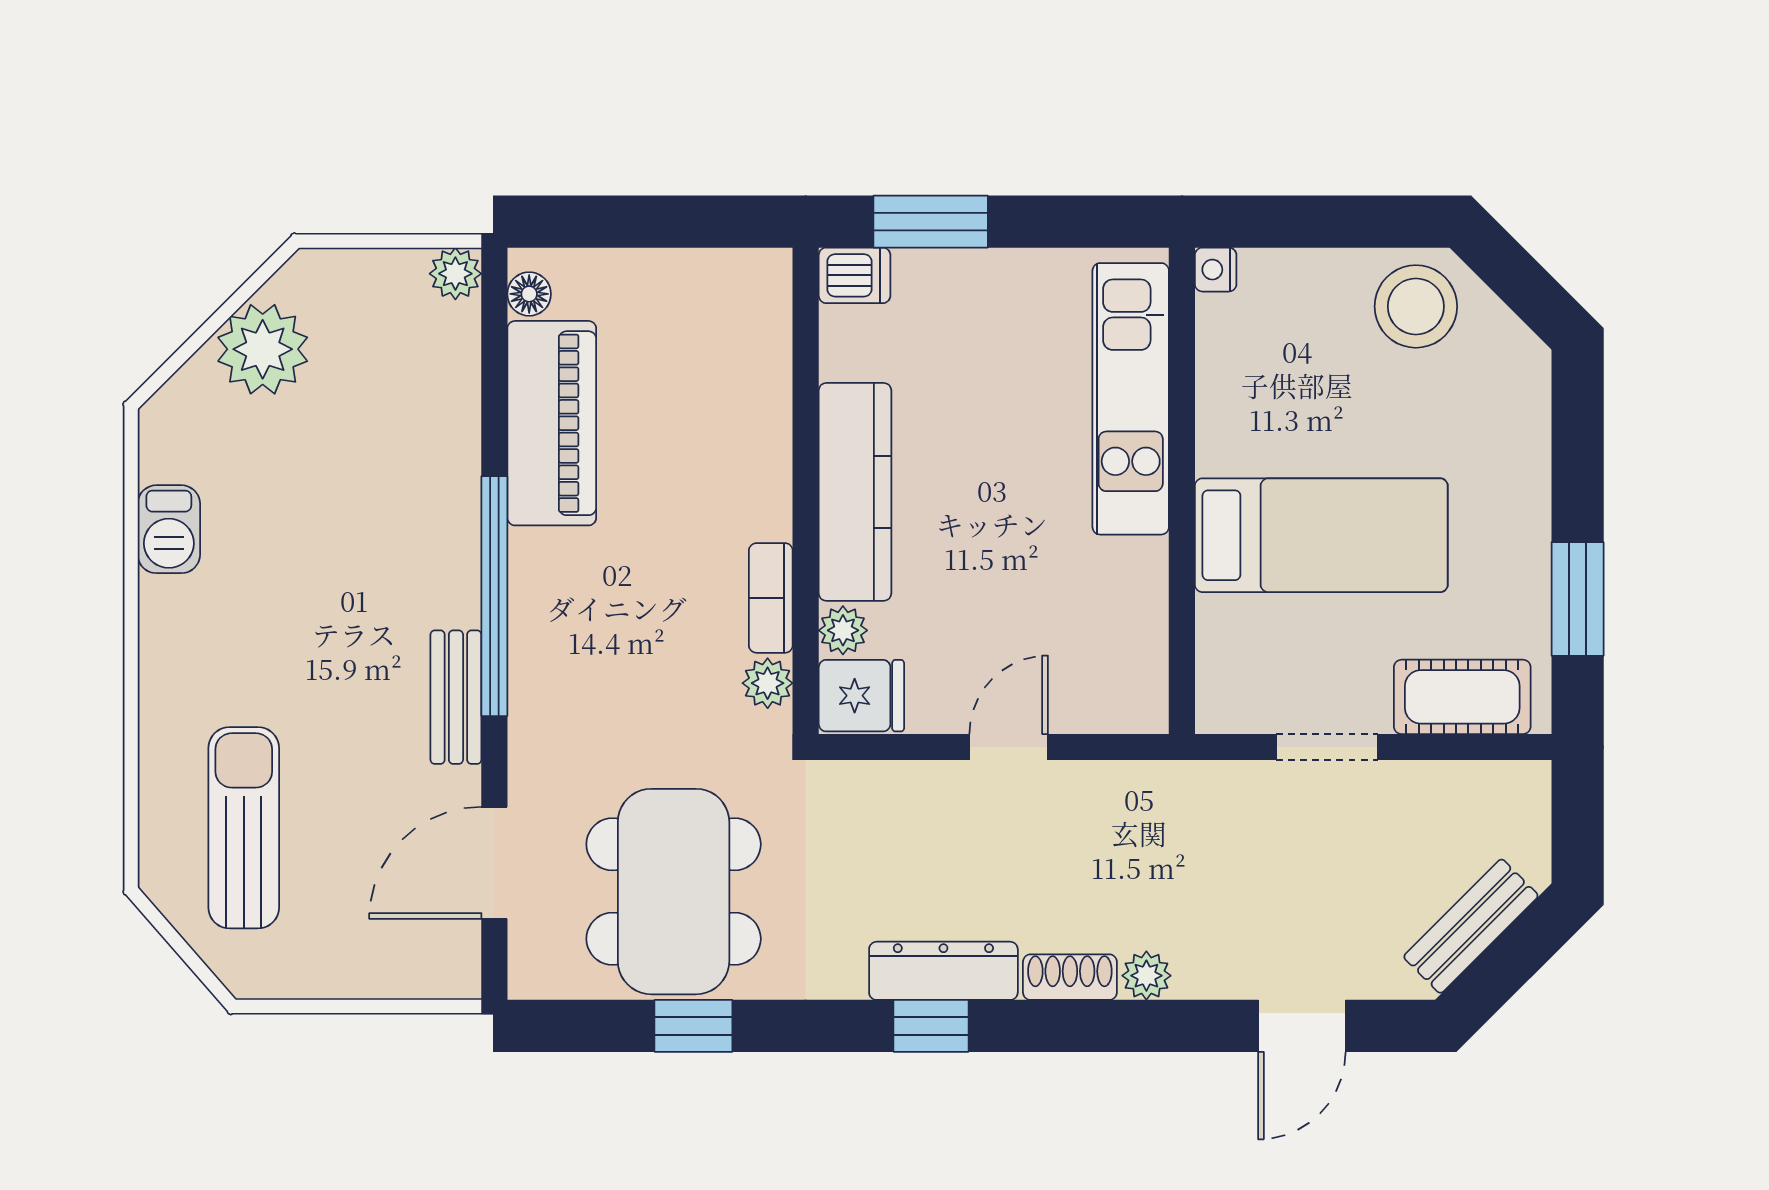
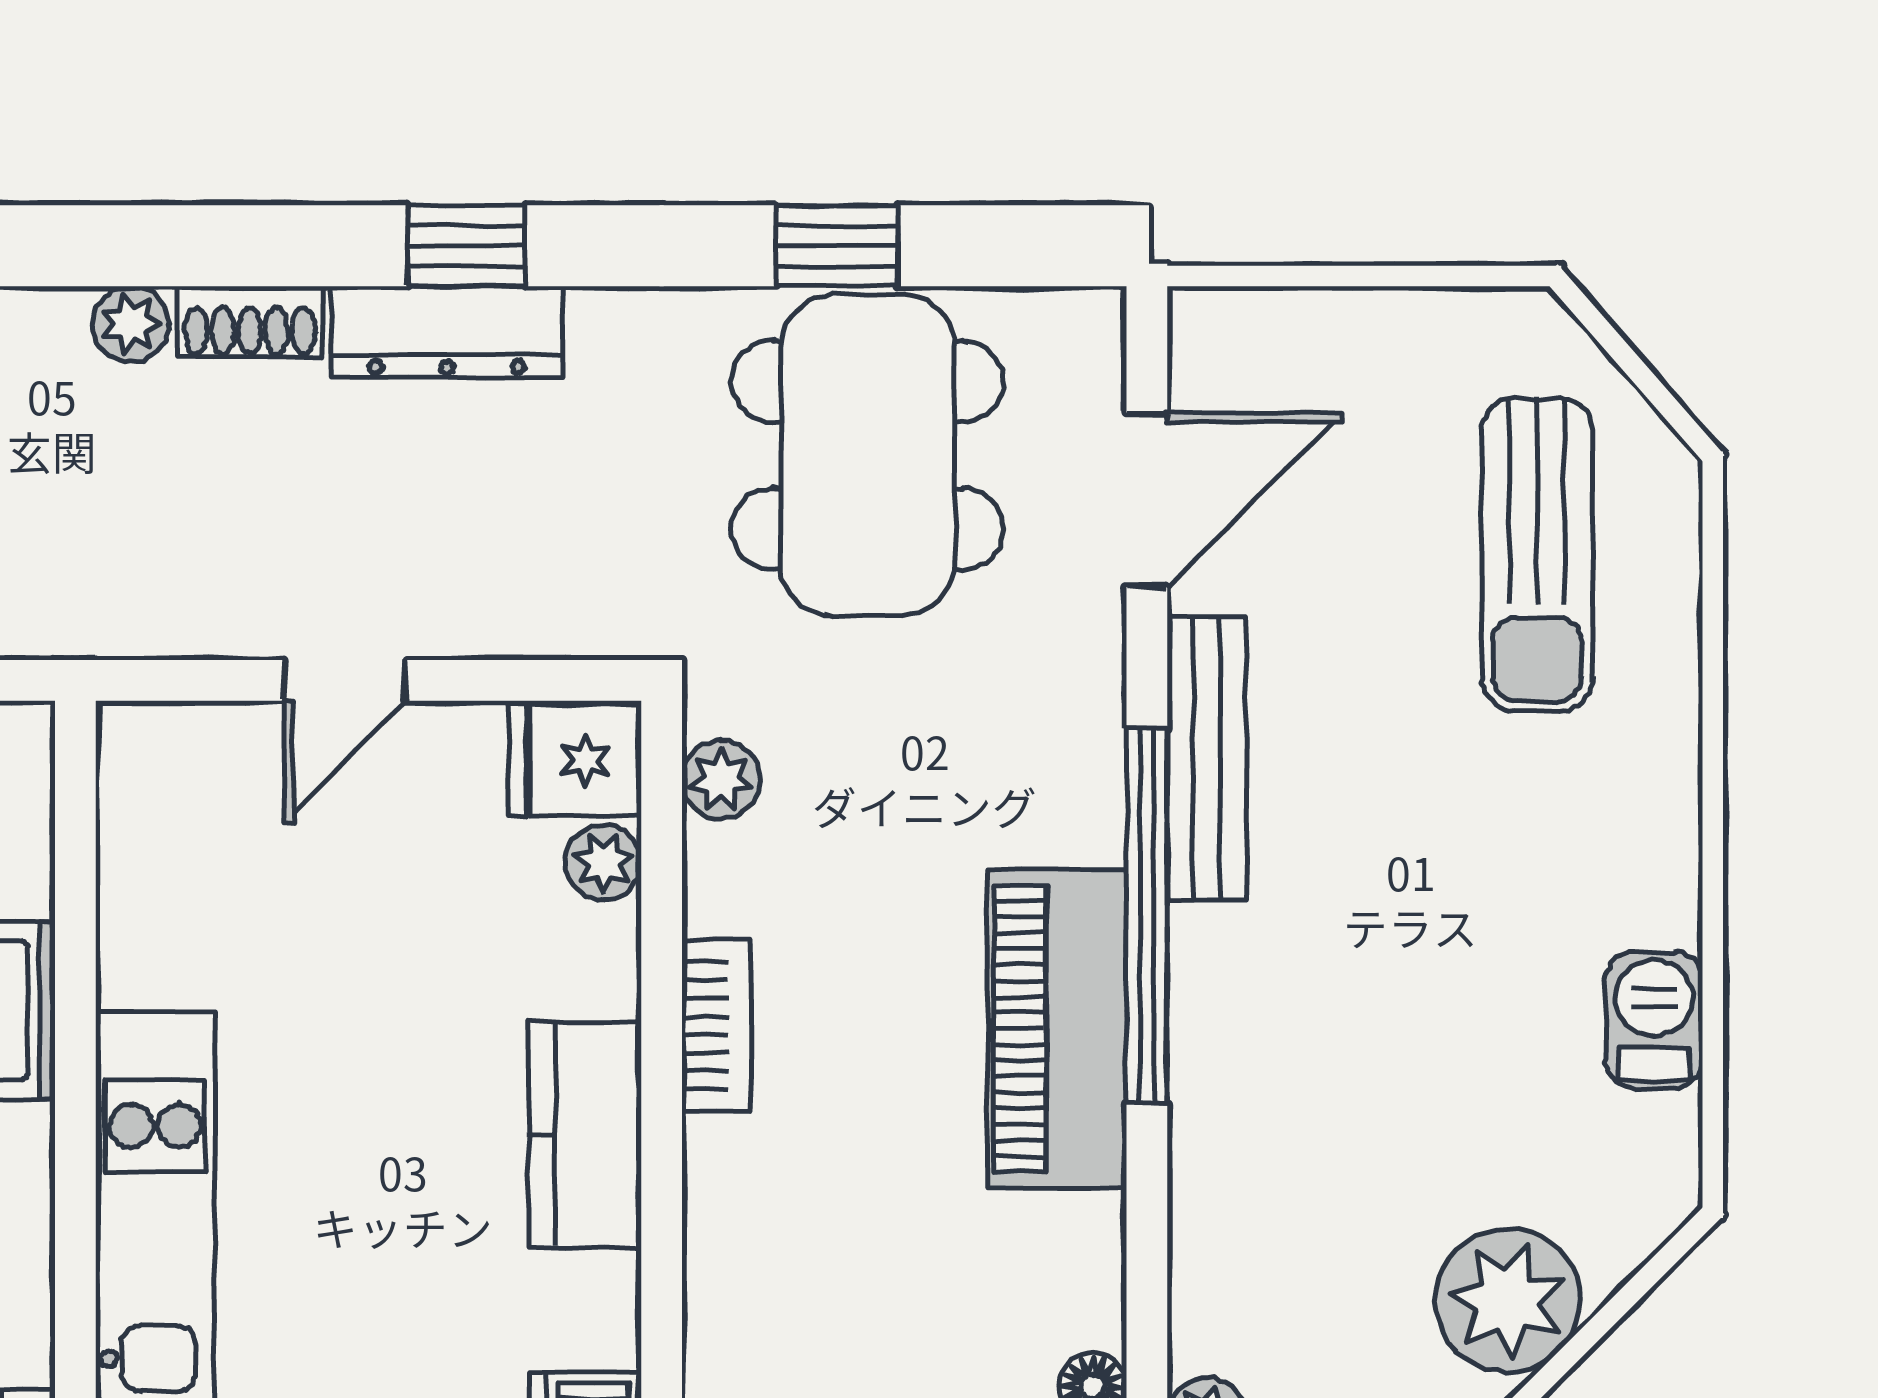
piano: (552, 423) -> (1057, 1029), moved
kitchen counter: (855, 492) -> (585, 1135), width x0.67
bookcase: (771, 598) -> (716, 1025), moved
bench: (456, 697) -> (1207, 758), width x1.36

